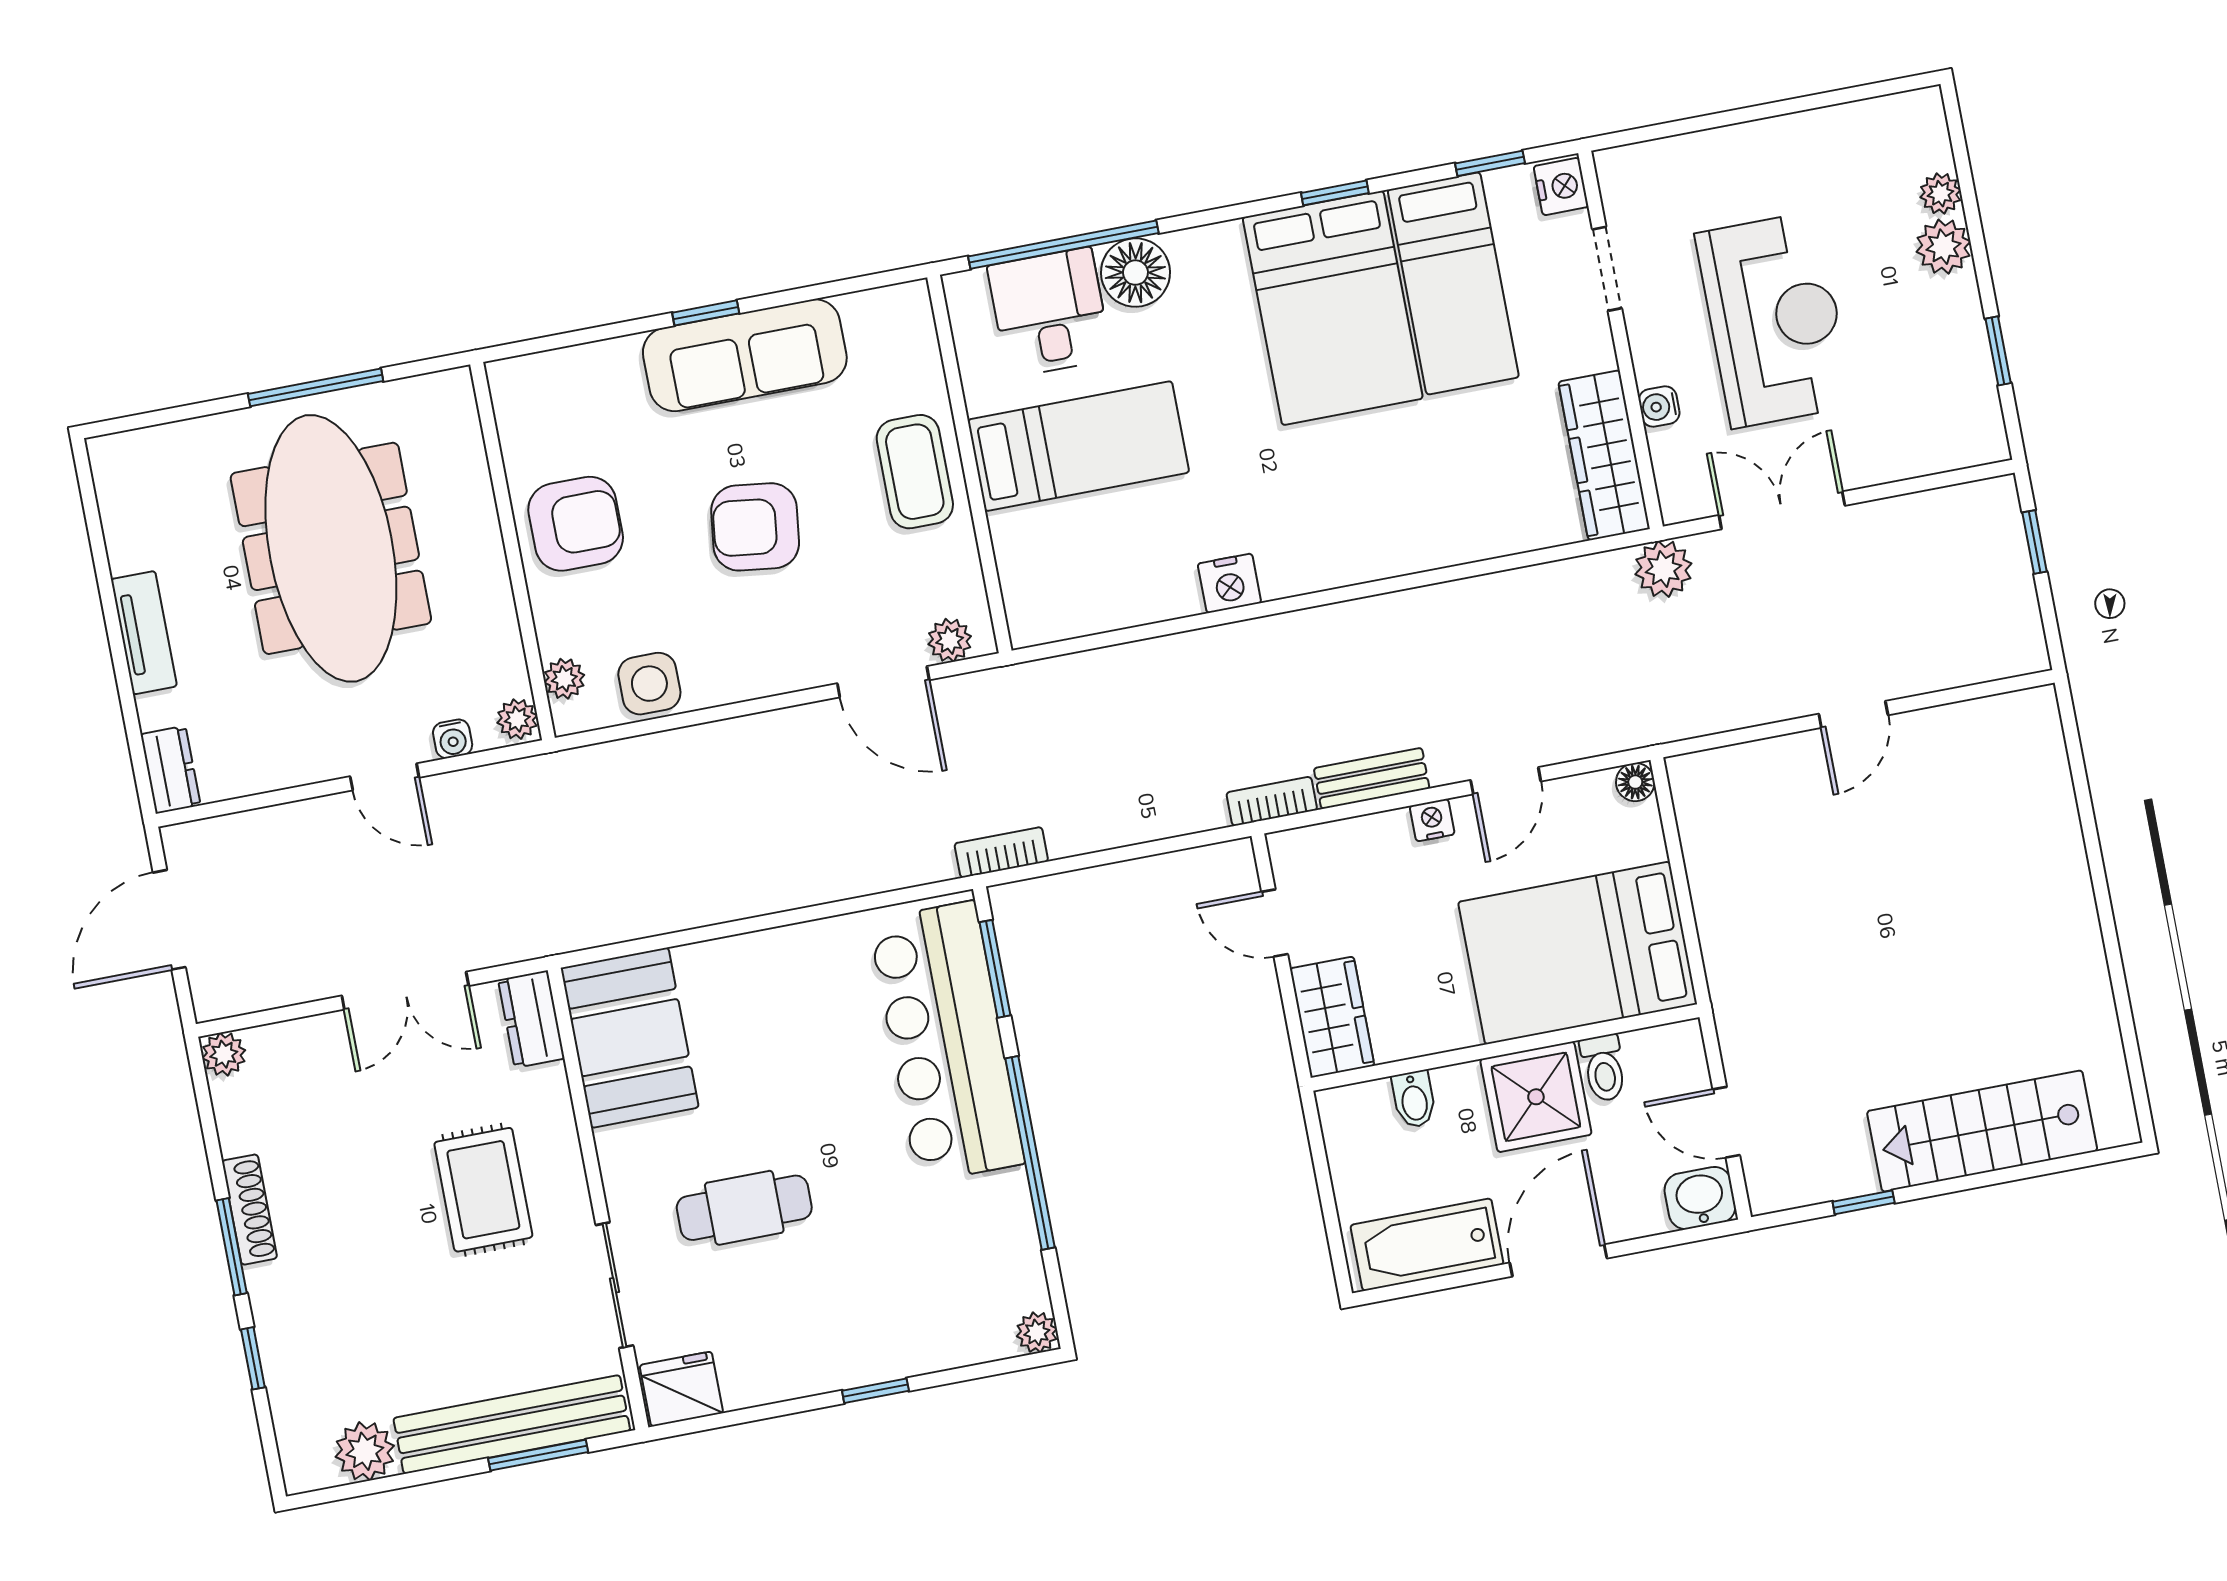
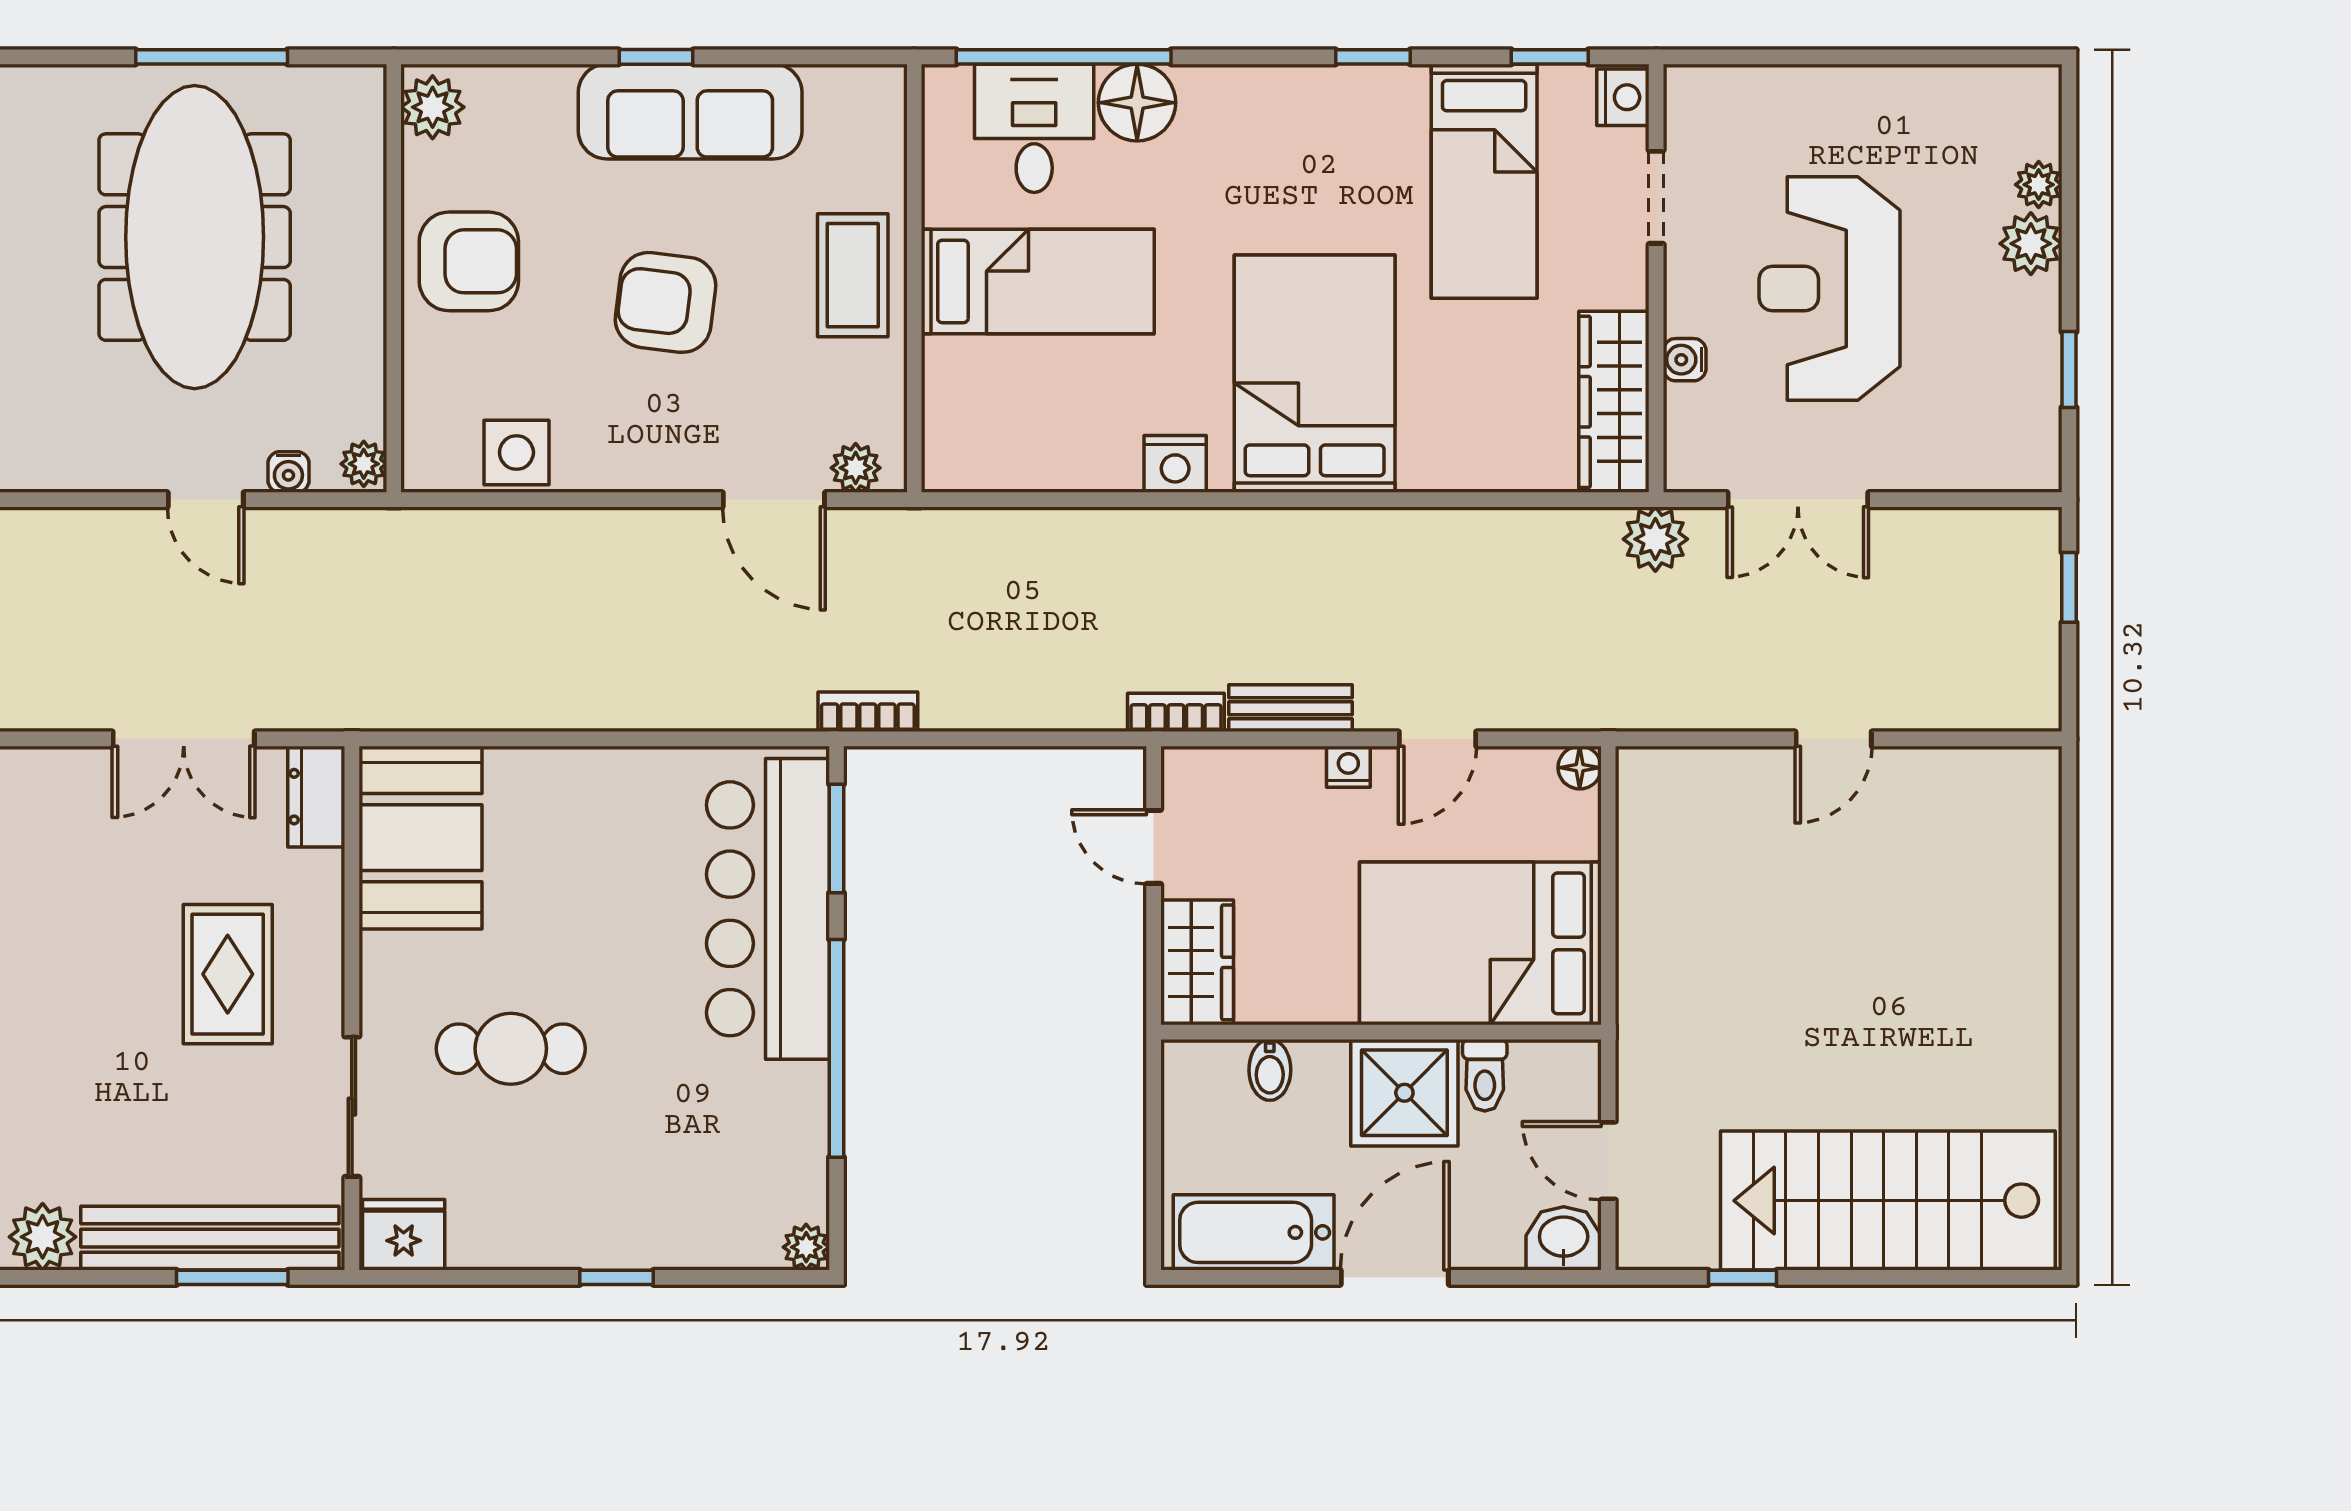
bed: (1333, 308) -> (1315, 374), moved, turned 180
reception desk: (1774, 320) -> (1830, 288), turned 180
double door: (1782, 510) -> (1798, 500), swing flipped
plant: (564, 679) -> (433, 107), moved, width x1.38, depth x1.38
stairs: (1982, 1131) -> (1888, 1201), width x1.36, depth x1.51

